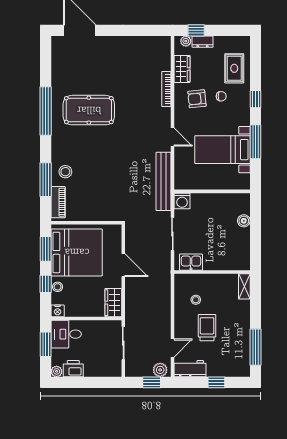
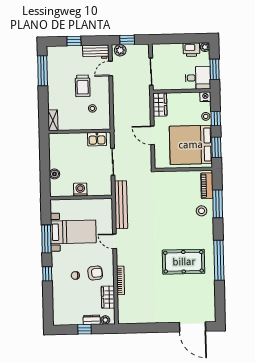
window: (196, 30) -> (84, 329), moved
rug: (234, 68) -> (65, 299), removed
washing machine: (182, 201) -> (80, 190), moved

